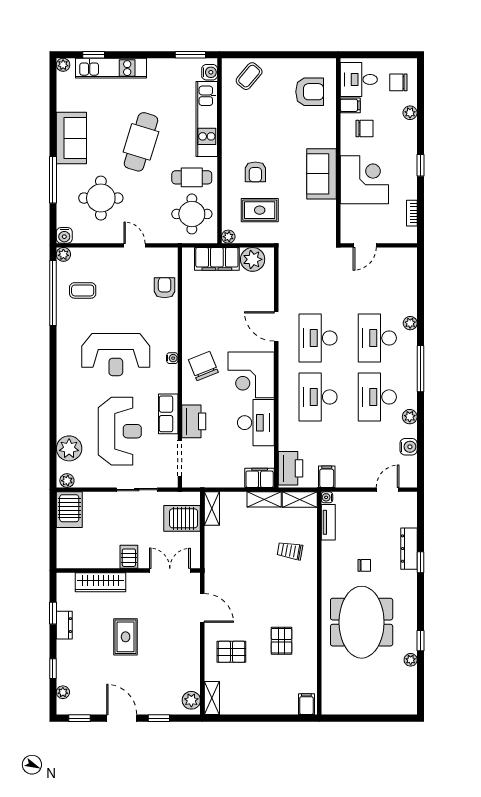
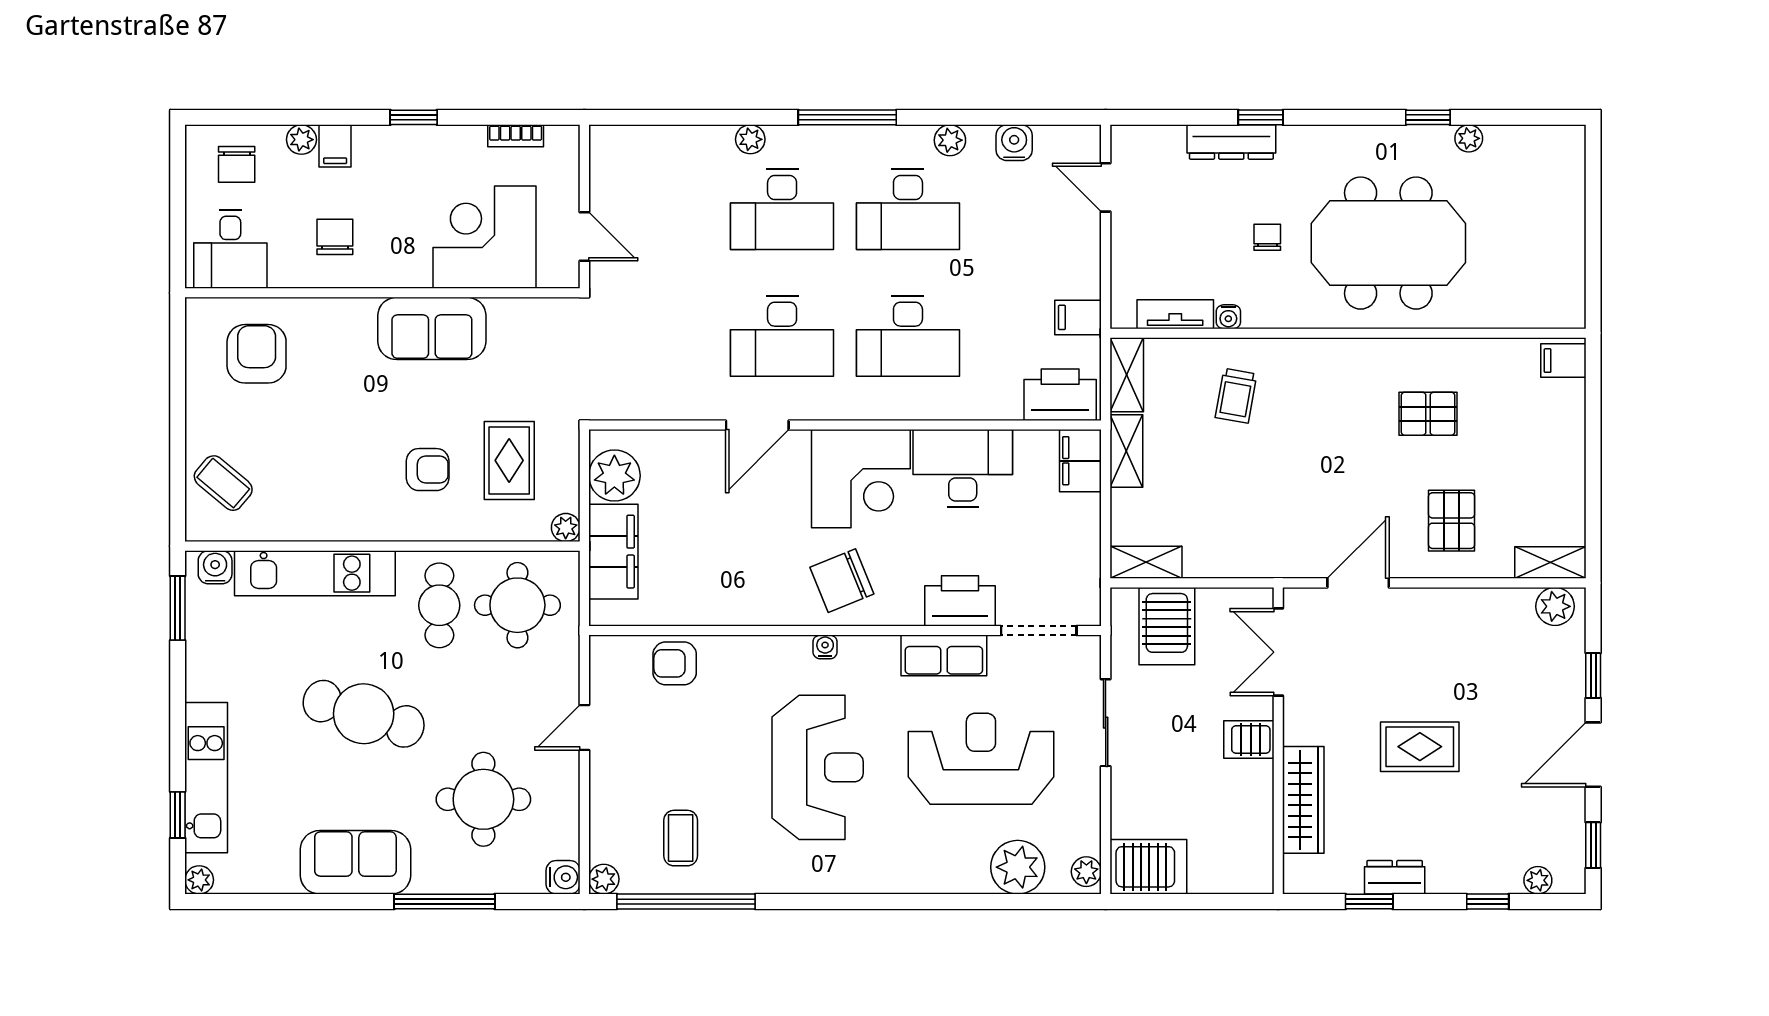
filing cabinet: (350, 105) -> (335, 146), moved, turned 180
corner desk: (364, 180) -> (484, 237), moved
water cooler: (327, 497) -> (1228, 317), moved

